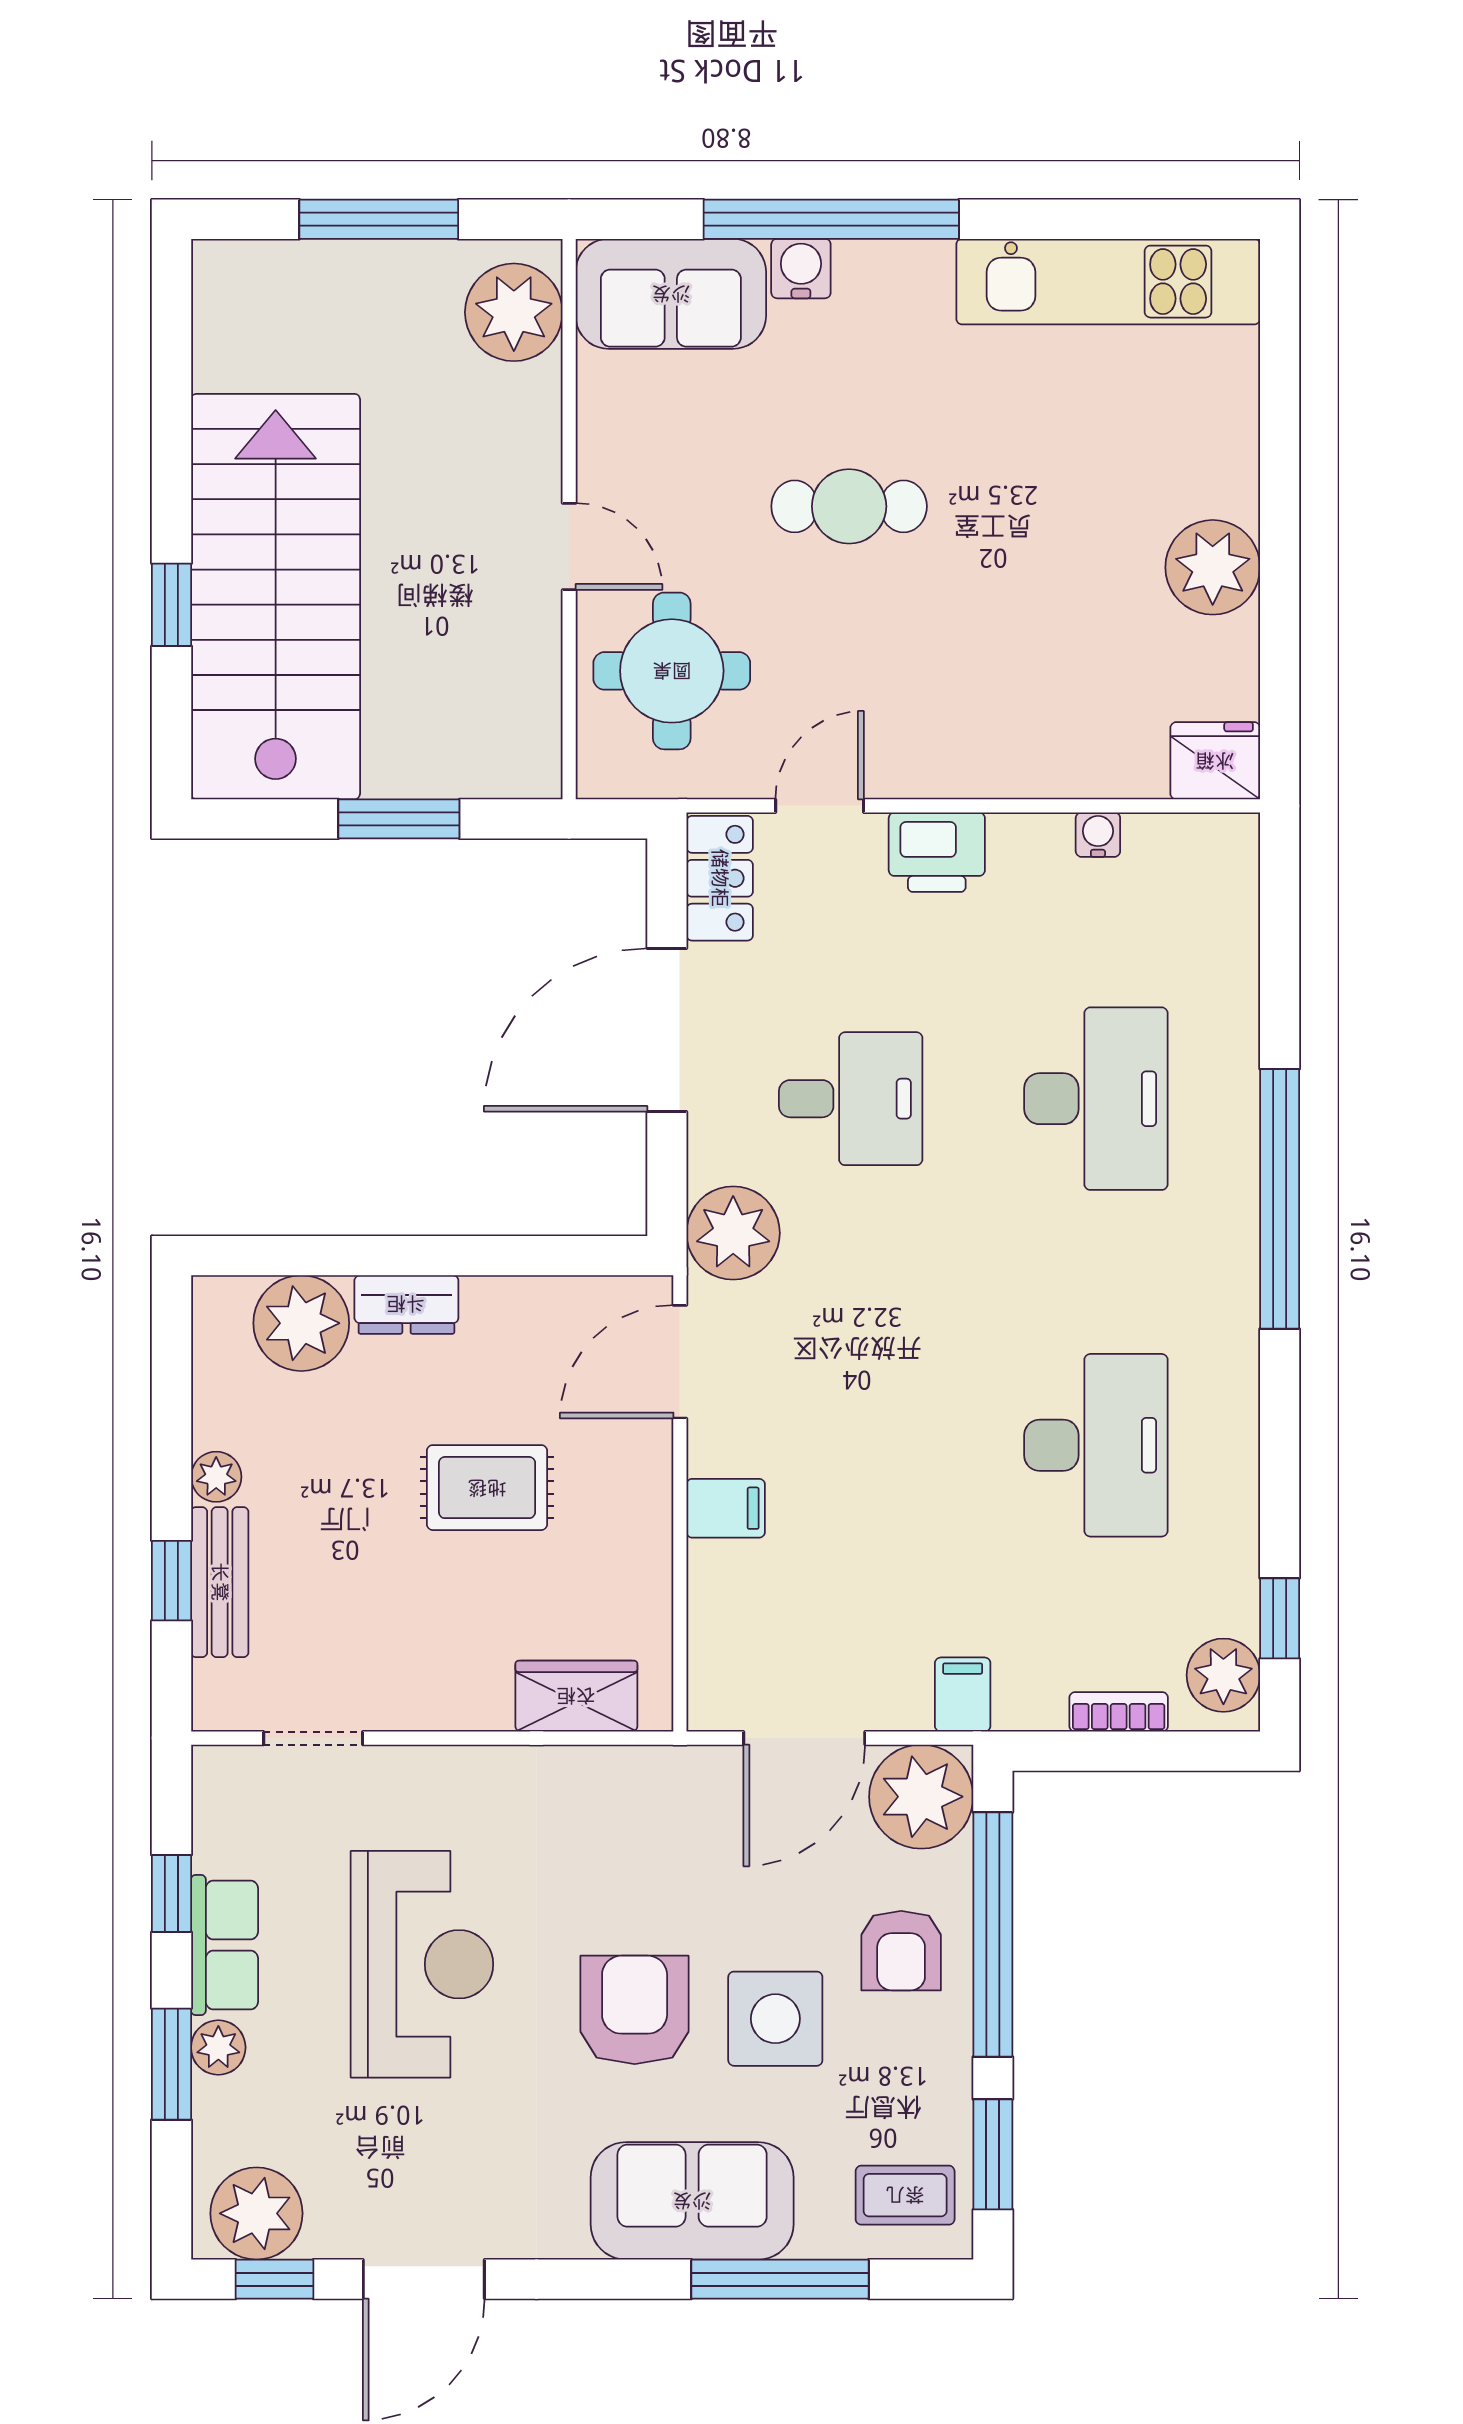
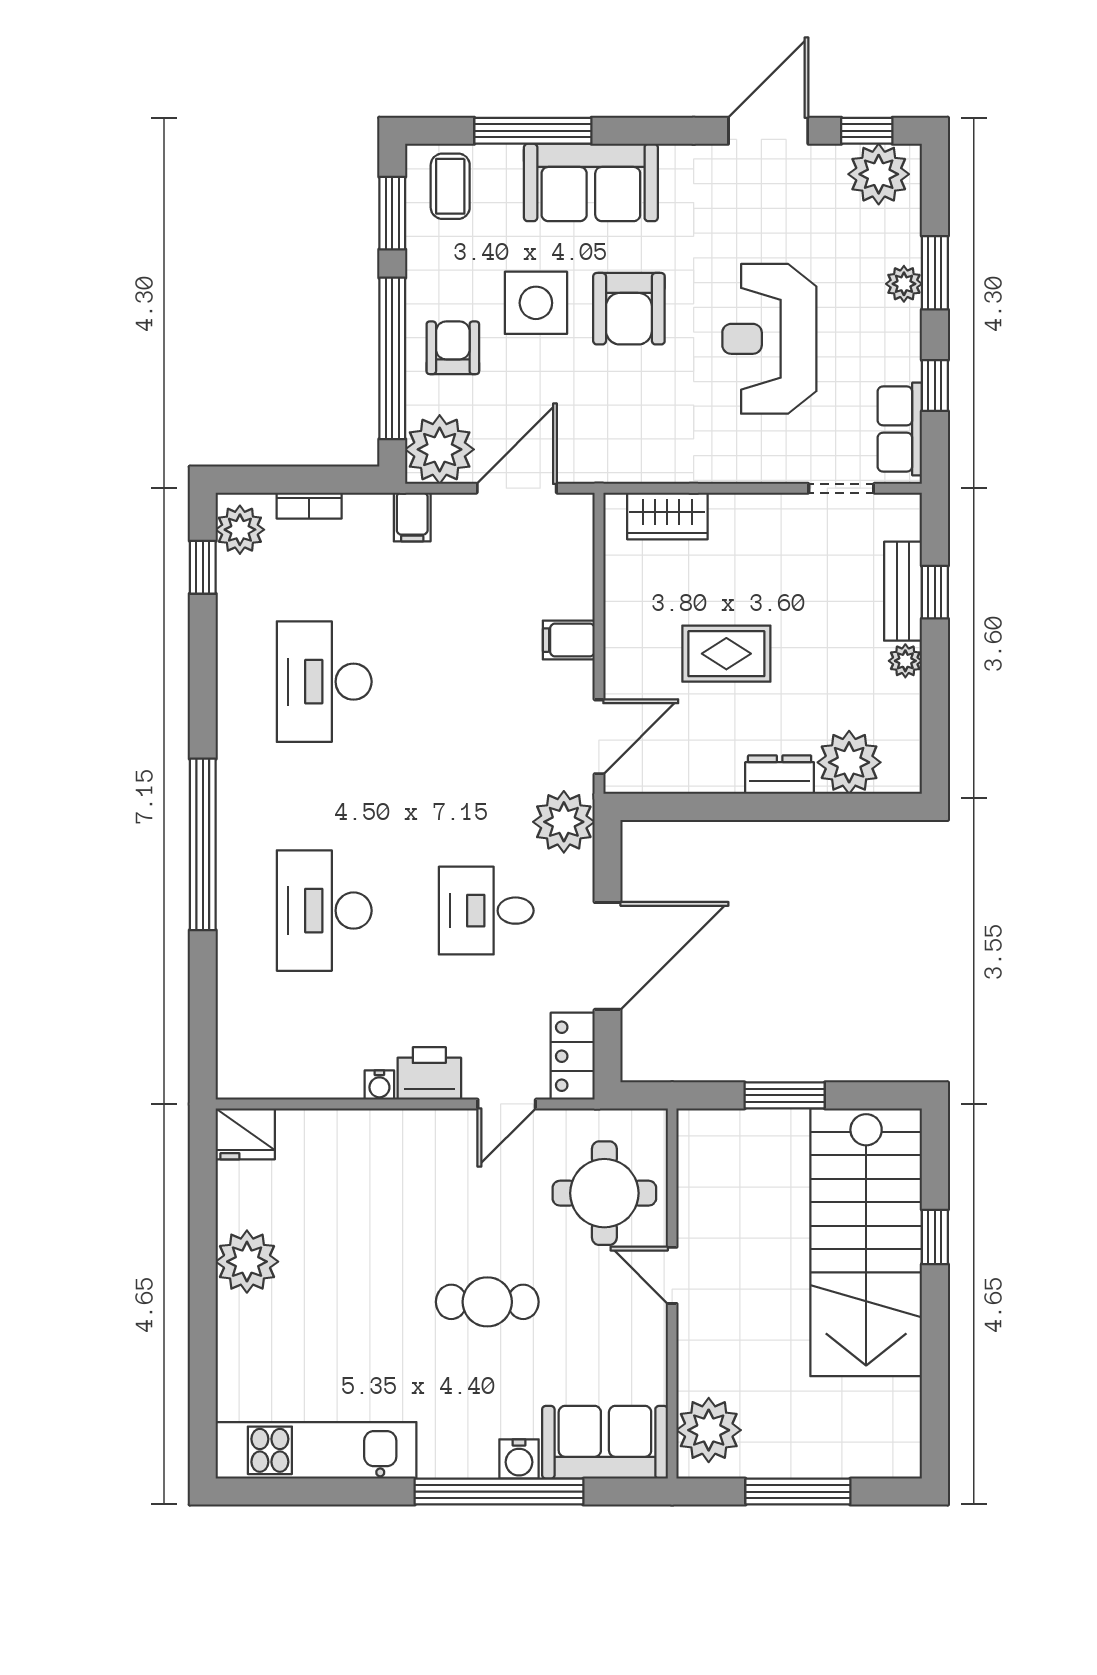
water cooler: (1098, 835) -> (379, 1085), moved
row of seats: (225, 1945) -> (900, 429), moved
coffee table: (905, 2195) -> (450, 186), turned 90

